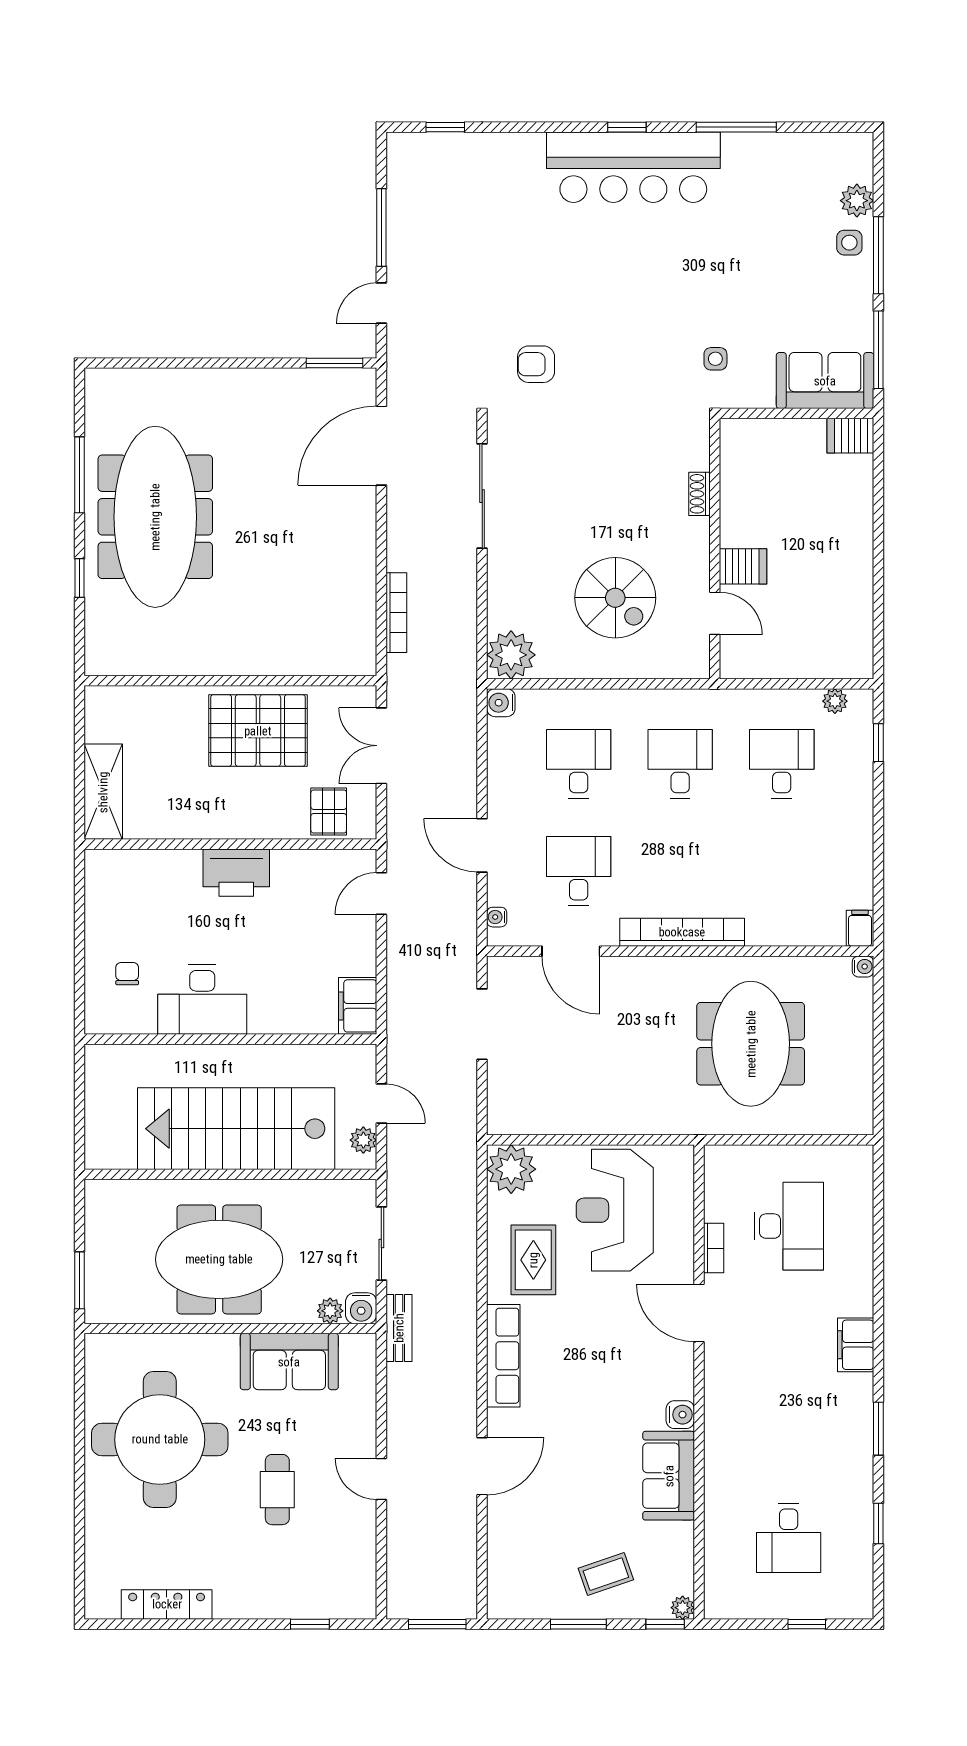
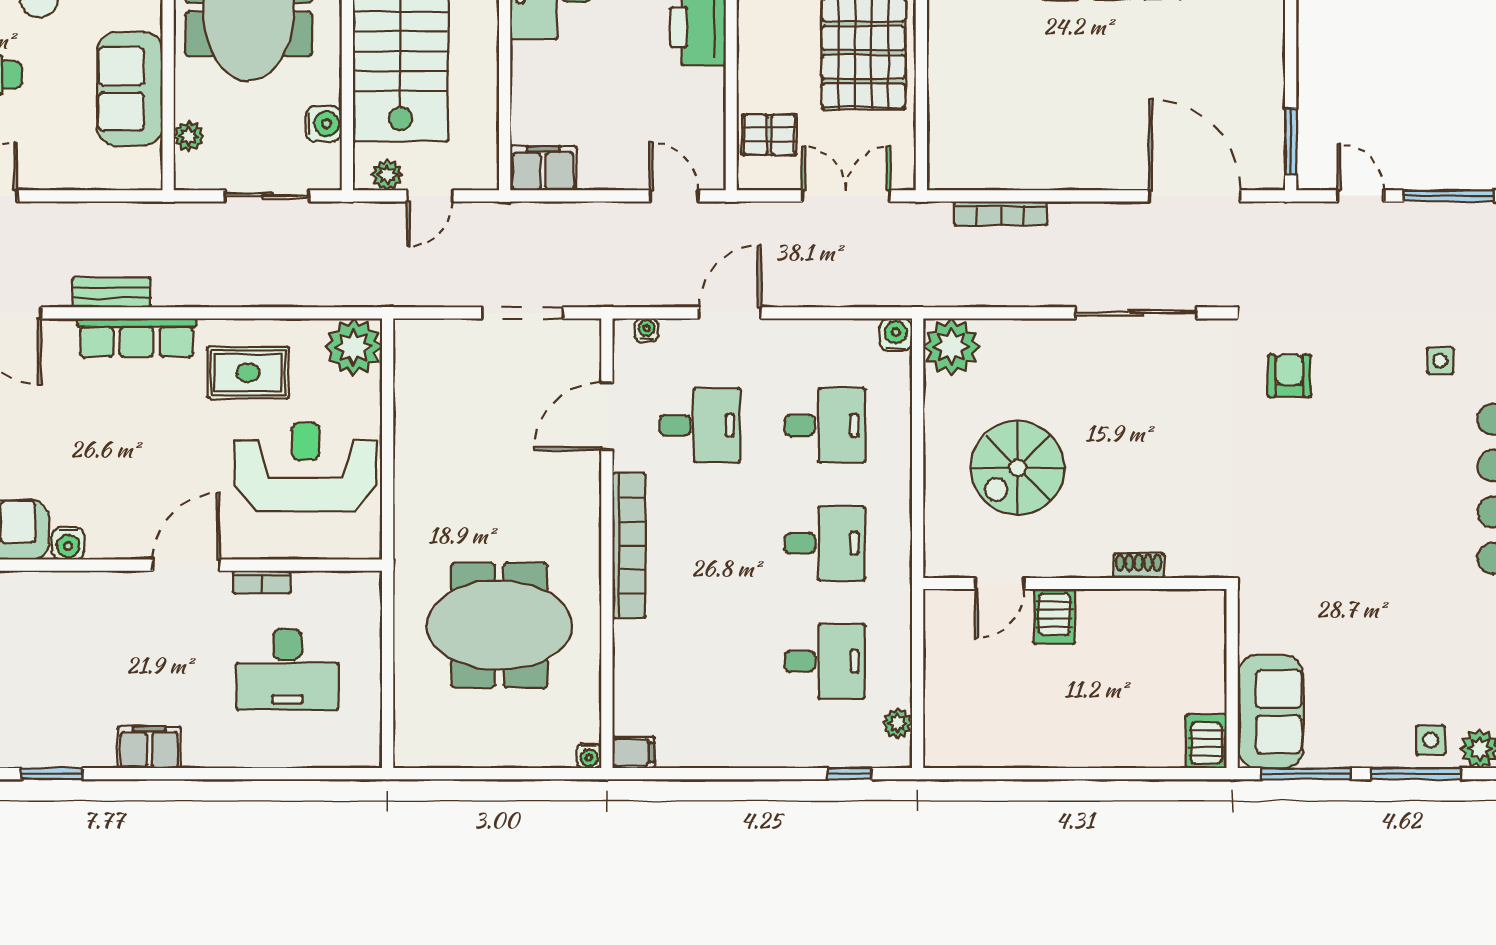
side table: (715, 359) -> (1440, 361), moved
water cooler: (361, 1308) -> (324, 124), moved, turned 180
bench: (399, 1328) -> (111, 293), moved

